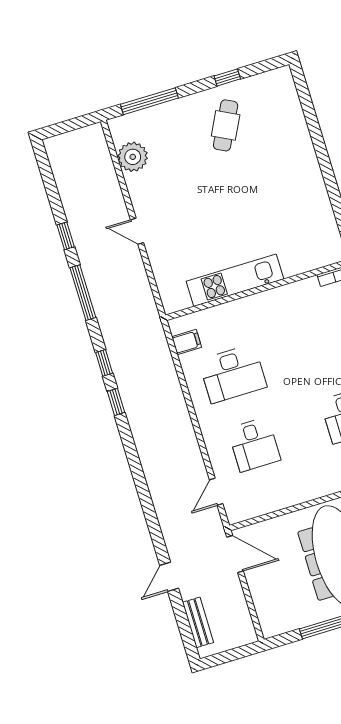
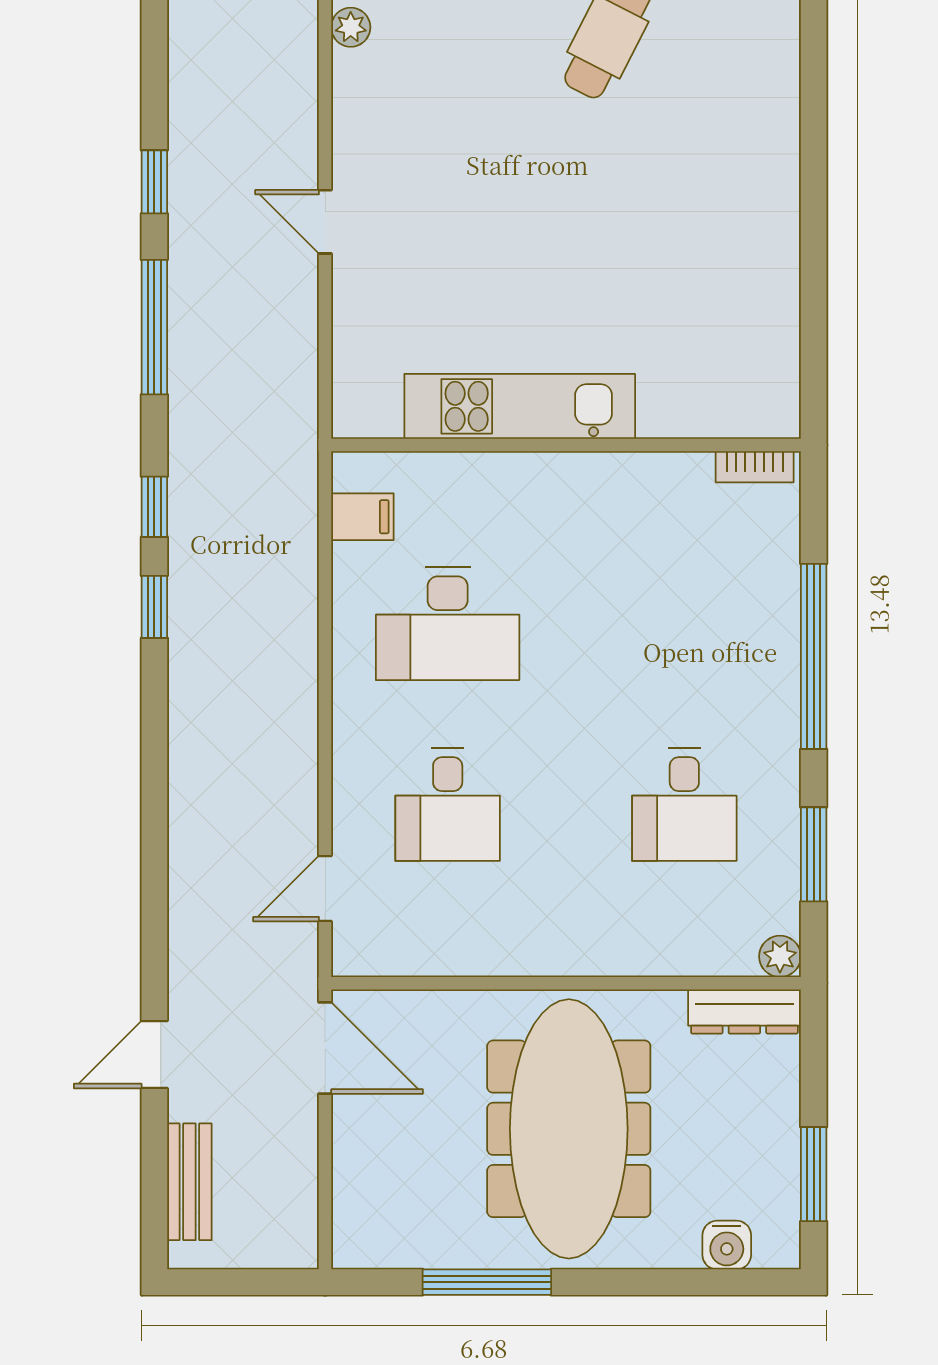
plant: (133, 157) -> (351, 27), width x0.53, depth x0.53

